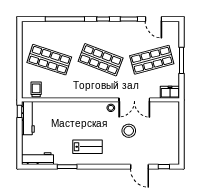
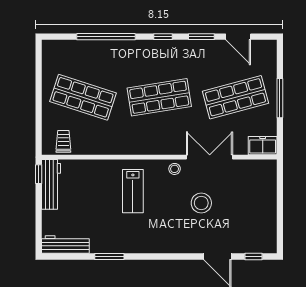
shop shelf: (101, 60) -> (159, 97), turned -30
double door: (134, 100) -> (210, 157), swing flipped
lab bench: (87, 147) -> (133, 191), moved, turned 90

